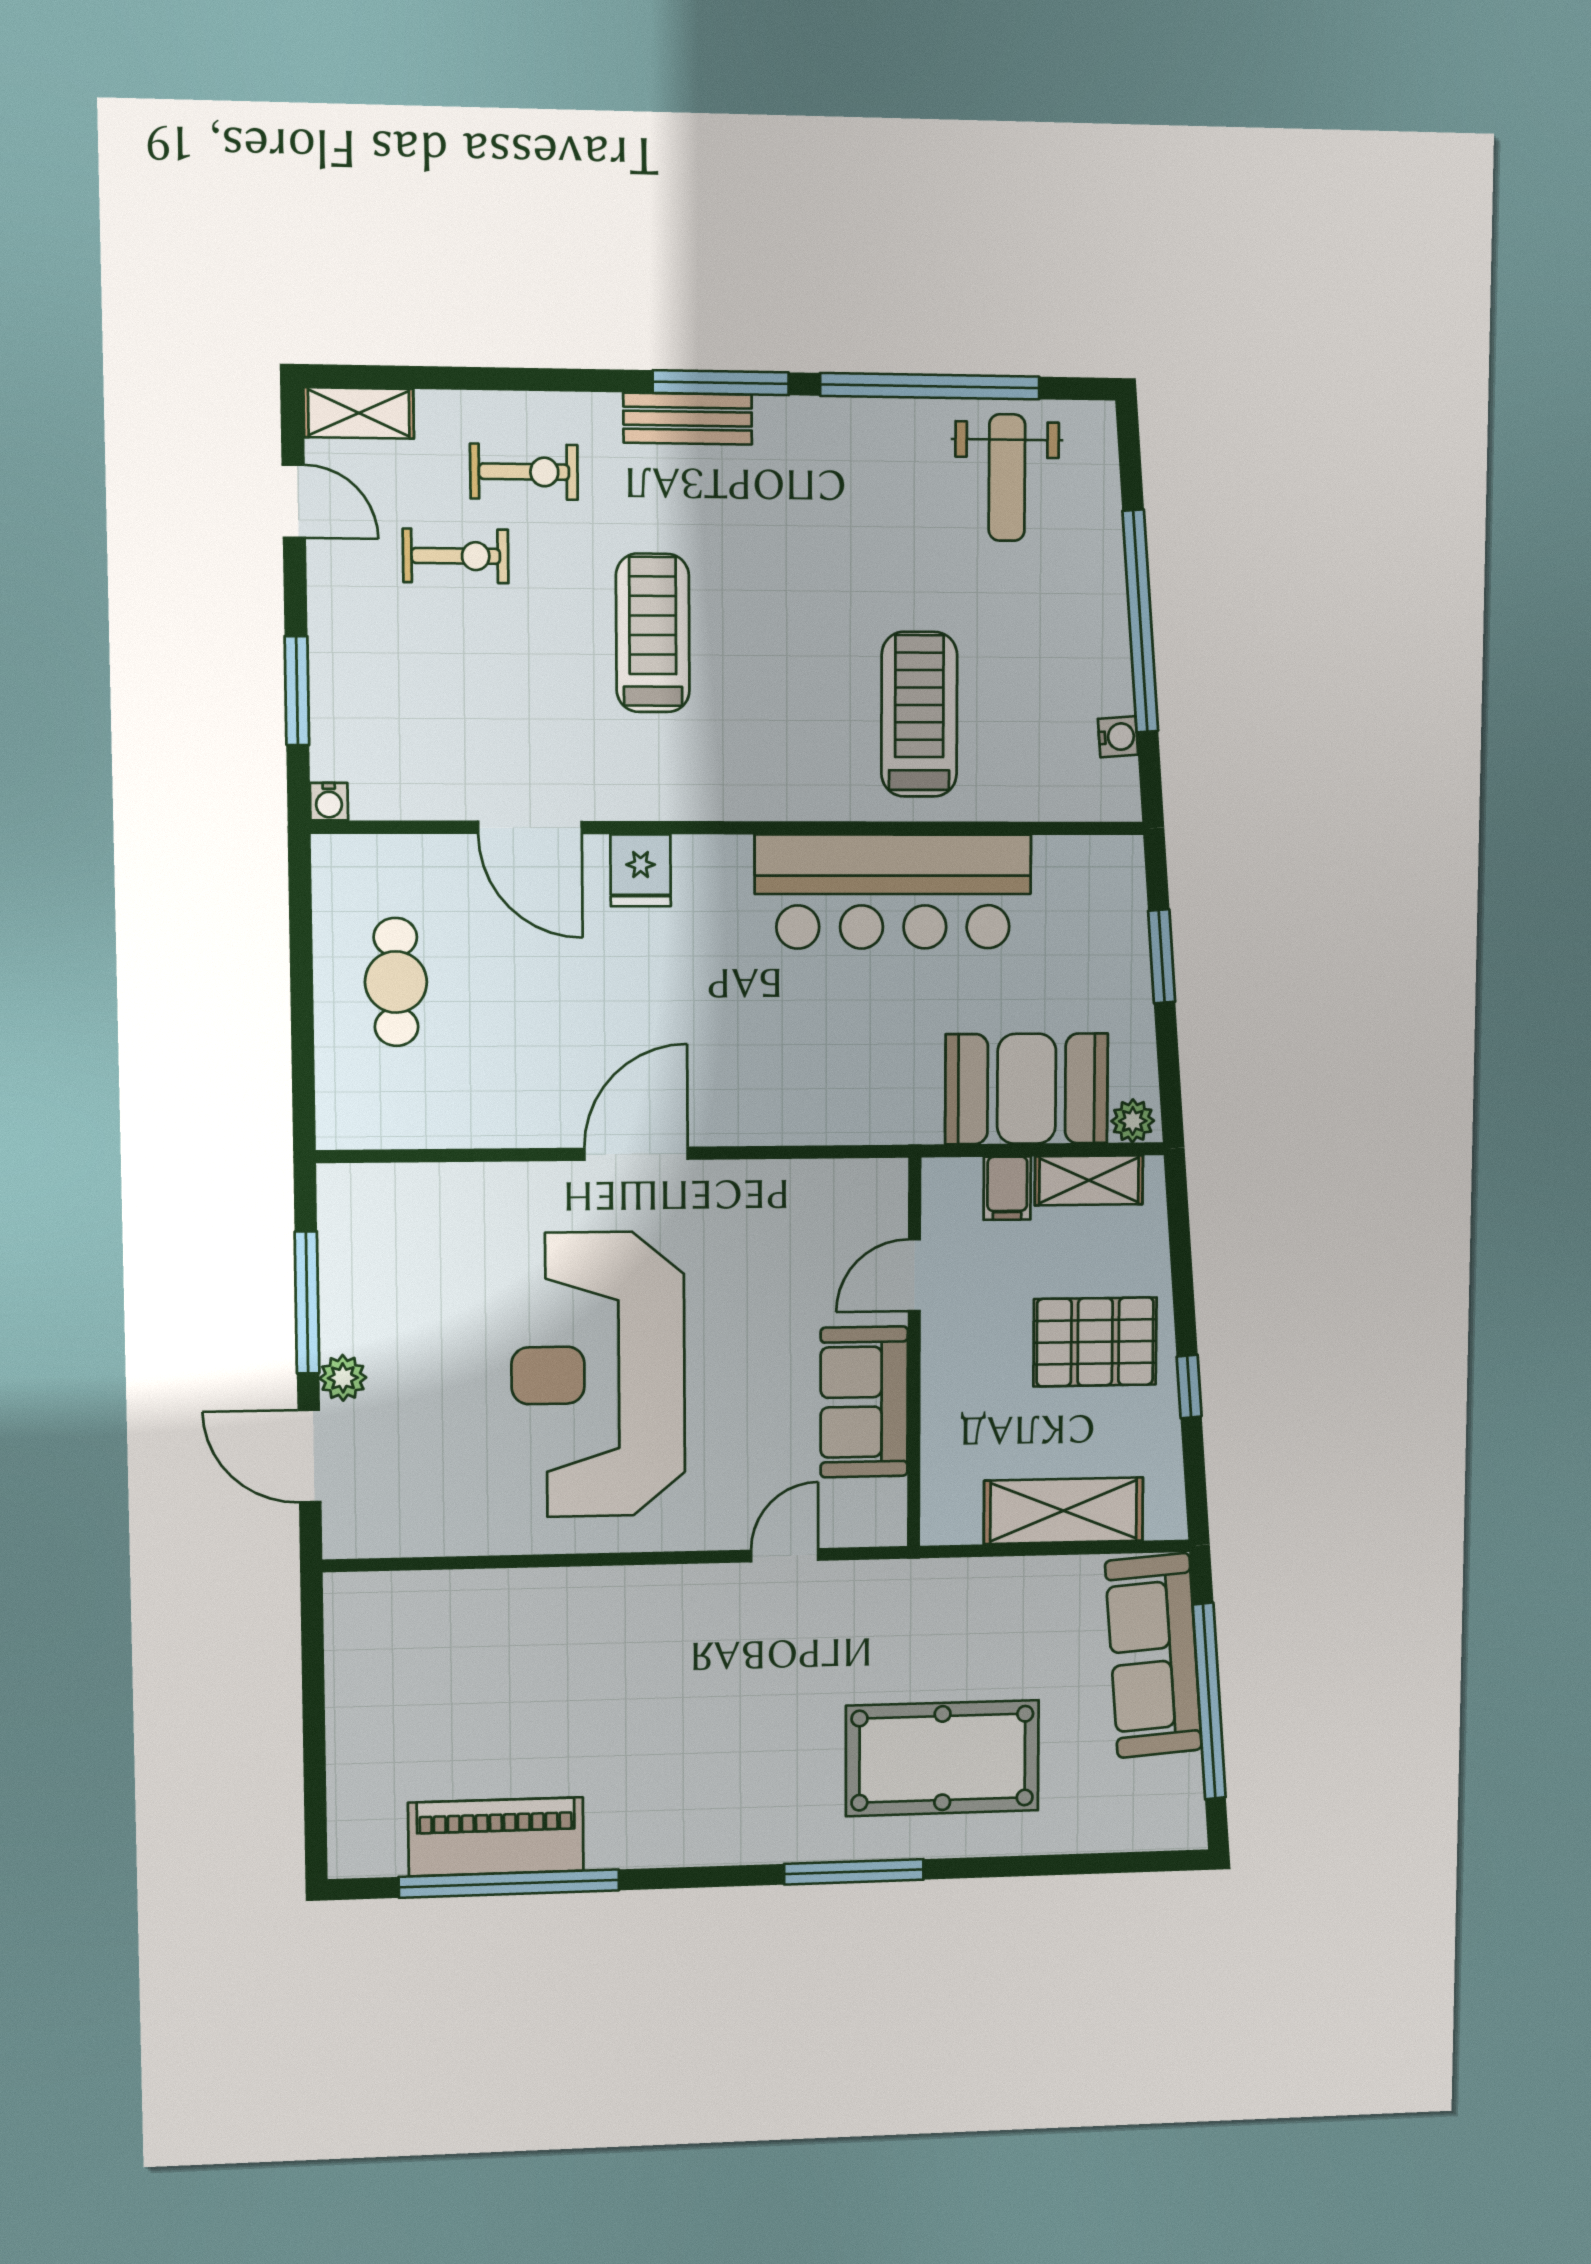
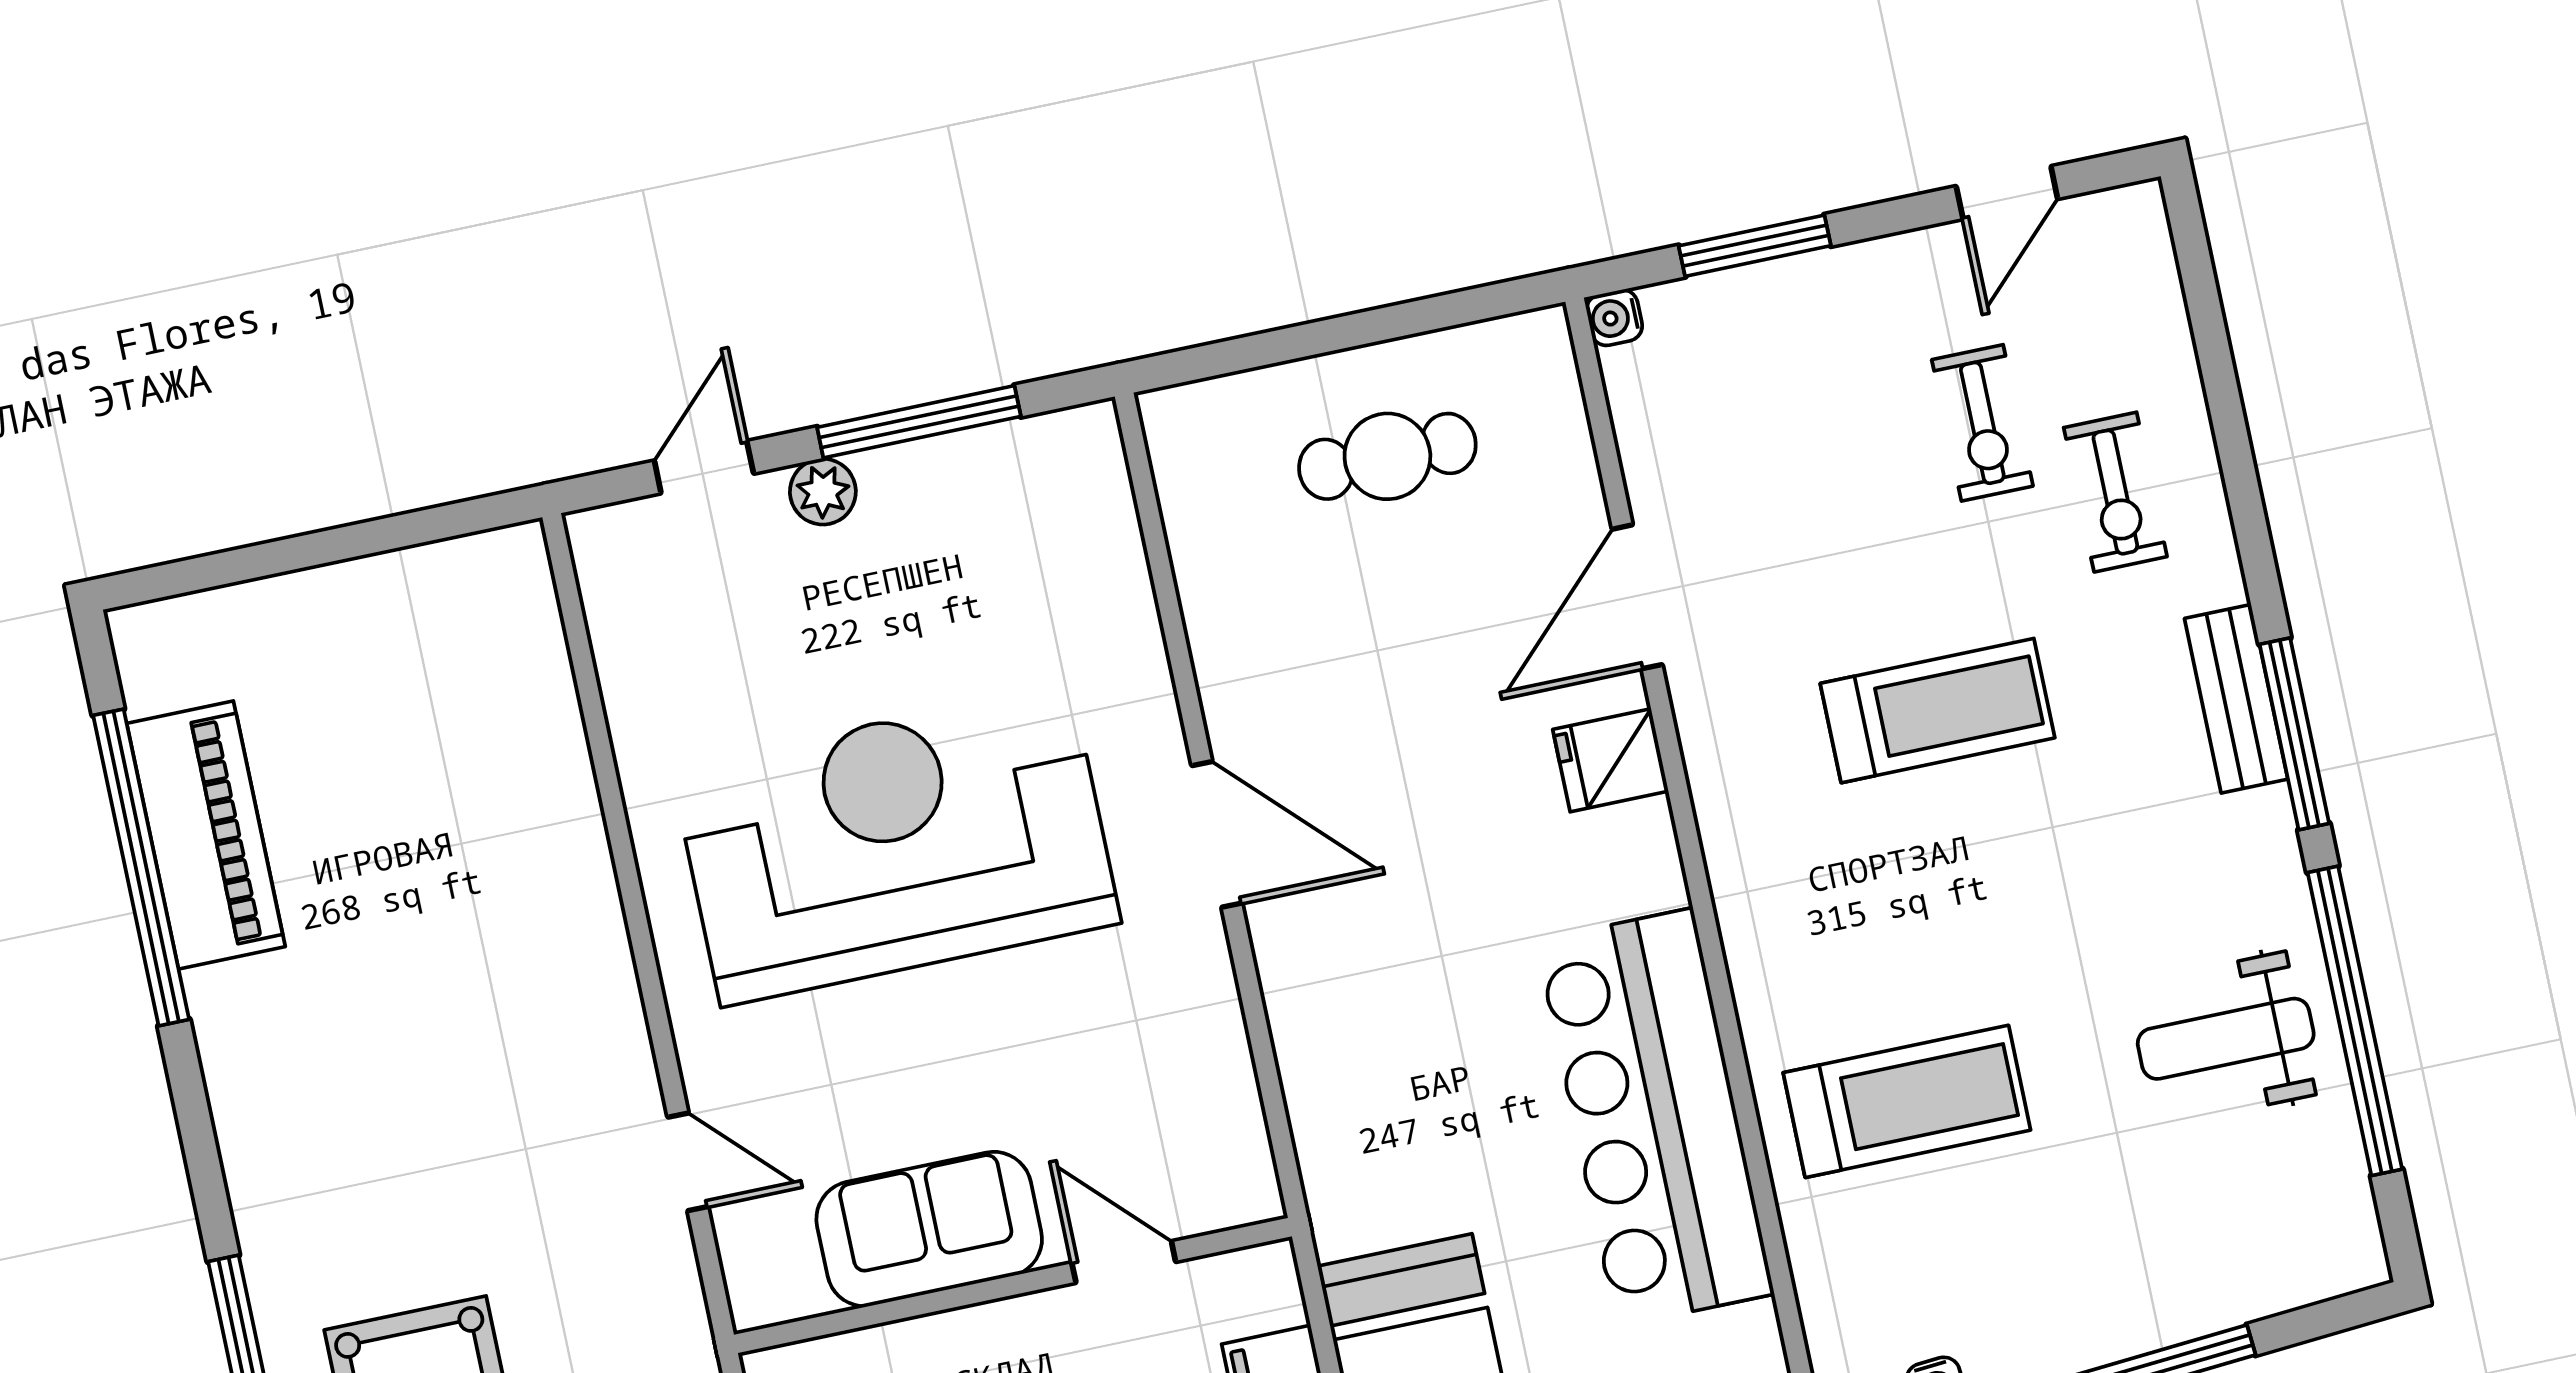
shelving: (359, 413) -> (2143, 256), removed
weight bench: (1007, 478) -> (2226, 1039), moved
door: (309, 1456) -> (704, 467), width x0.73

